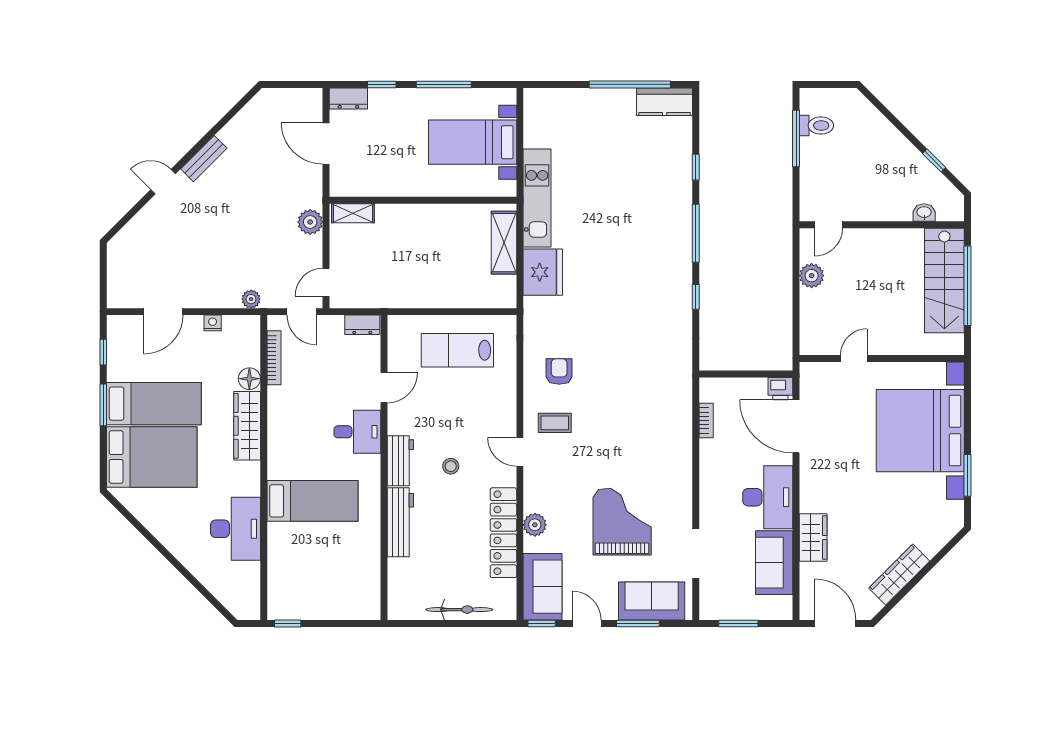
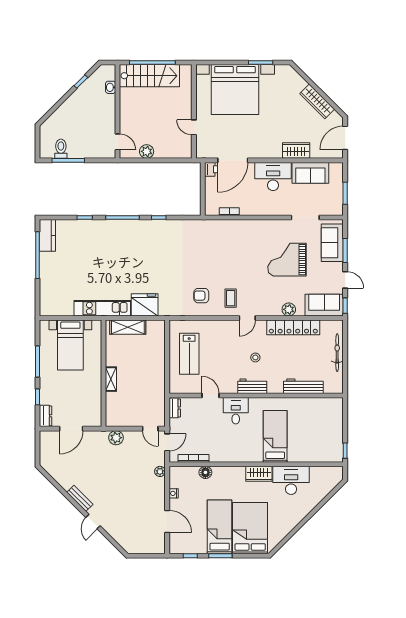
shelving: (353, 213) -> (111, 379), moved
wardrobe: (247, 426) -> (259, 474), moved, width x0.67
workbench: (400, 522) -> (303, 386), moved
door: (587, 623) -> (345, 280), swing flipped

